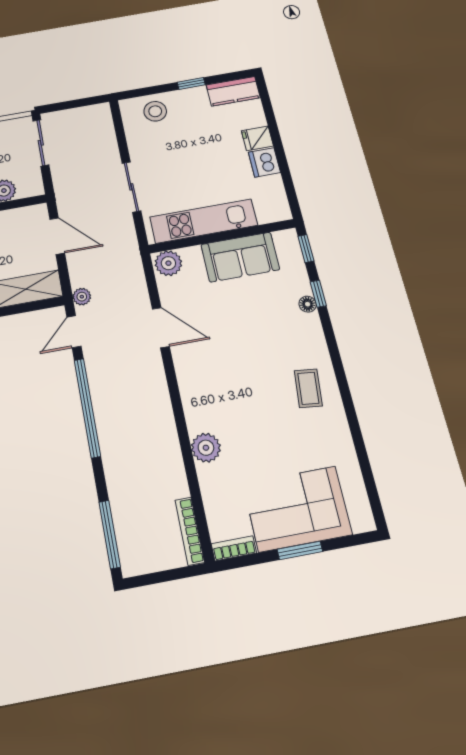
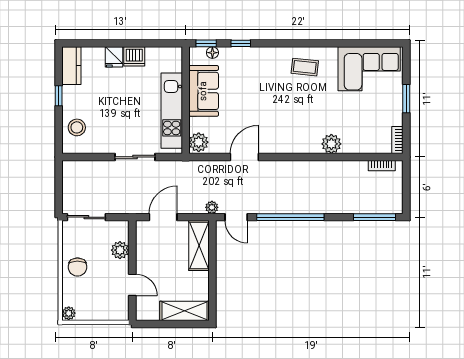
floor lamp: (308, 304) -> (212, 53), moved
corner sofa: (297, 509) -> (369, 69), moved, turned -90
bookcase: (190, 531) -> (382, 166), width x0.64

